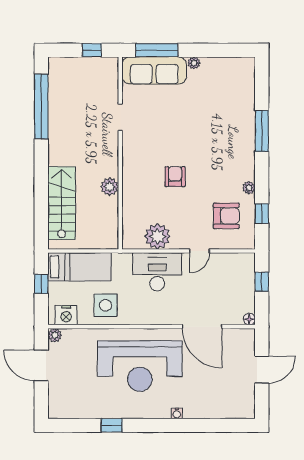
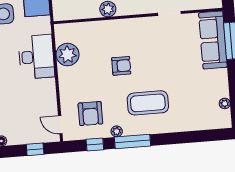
plant: (194, 63) -> (225, 103), moved
window: (262, 131) -> (133, 141), moved
coffee table: (219, 150) -> (148, 103), added
door: (199, 251) -> (60, 125), moved

